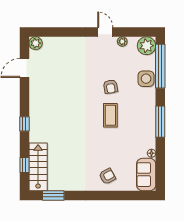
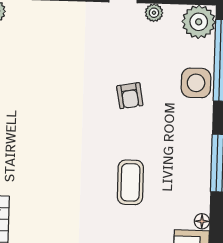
coffee table: (110, 115) -> (130, 182), moved

